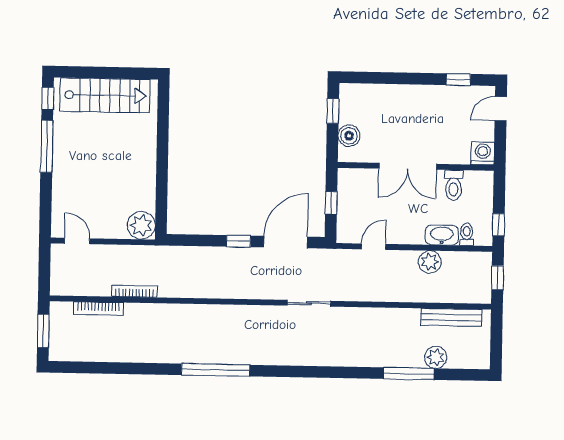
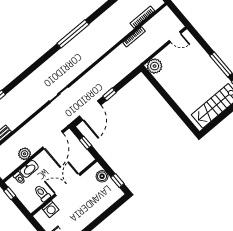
washing machine: (483, 153) -> (50, 209), moved
door: (374, 247) -> (53, 140), width x1.87

